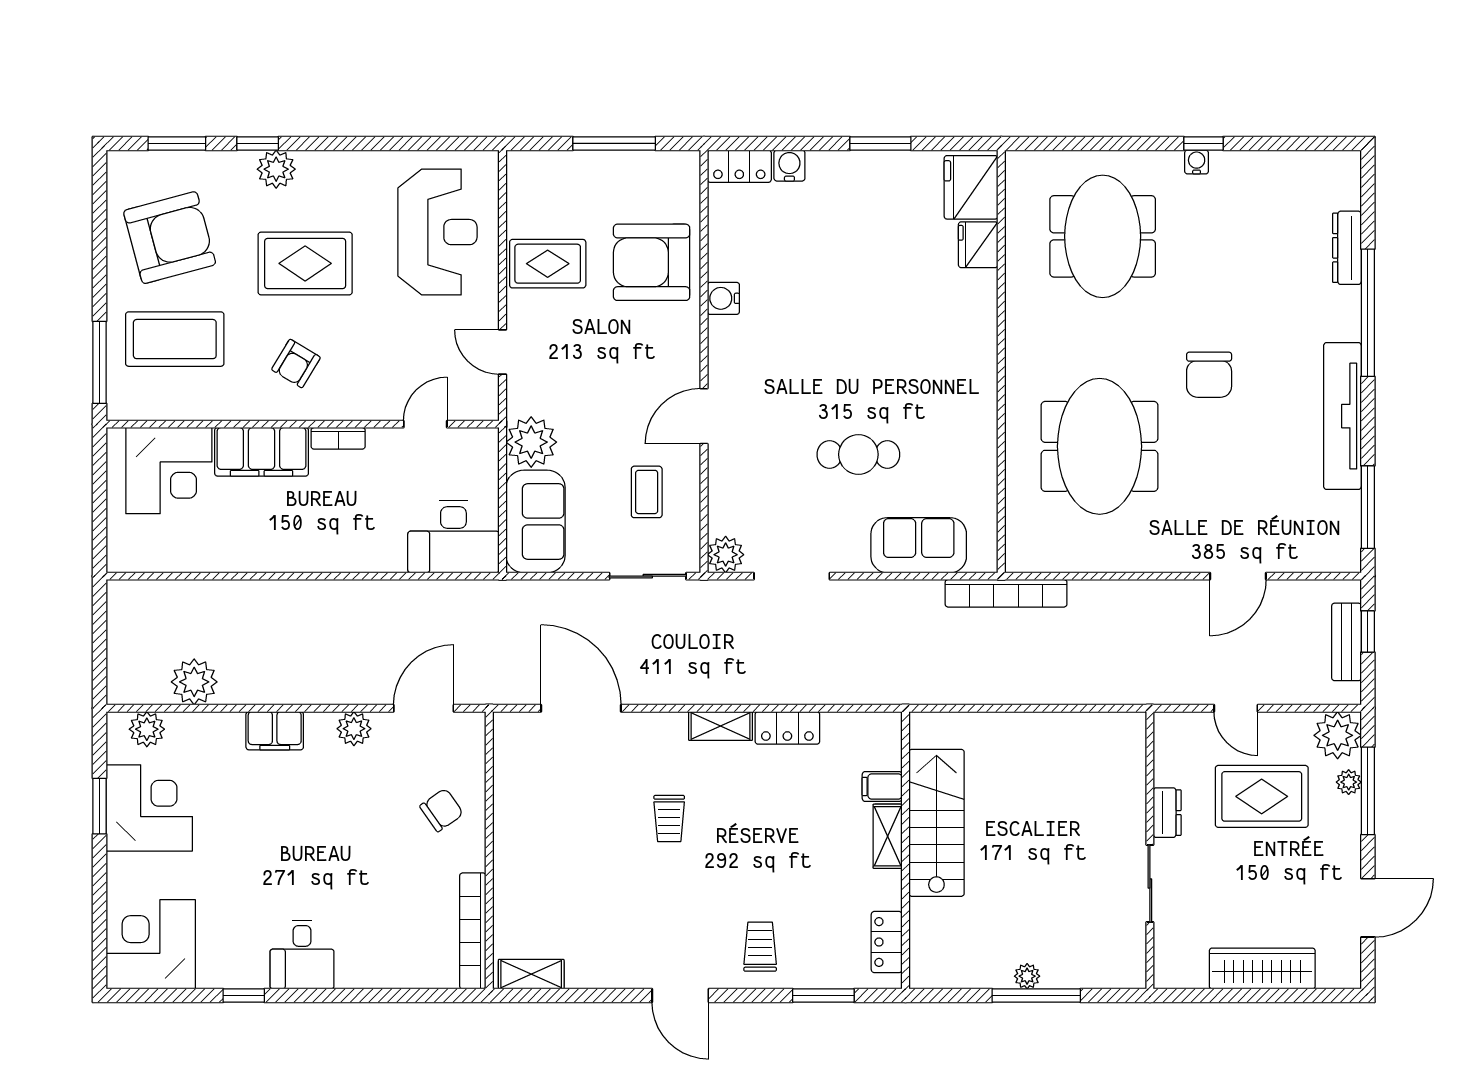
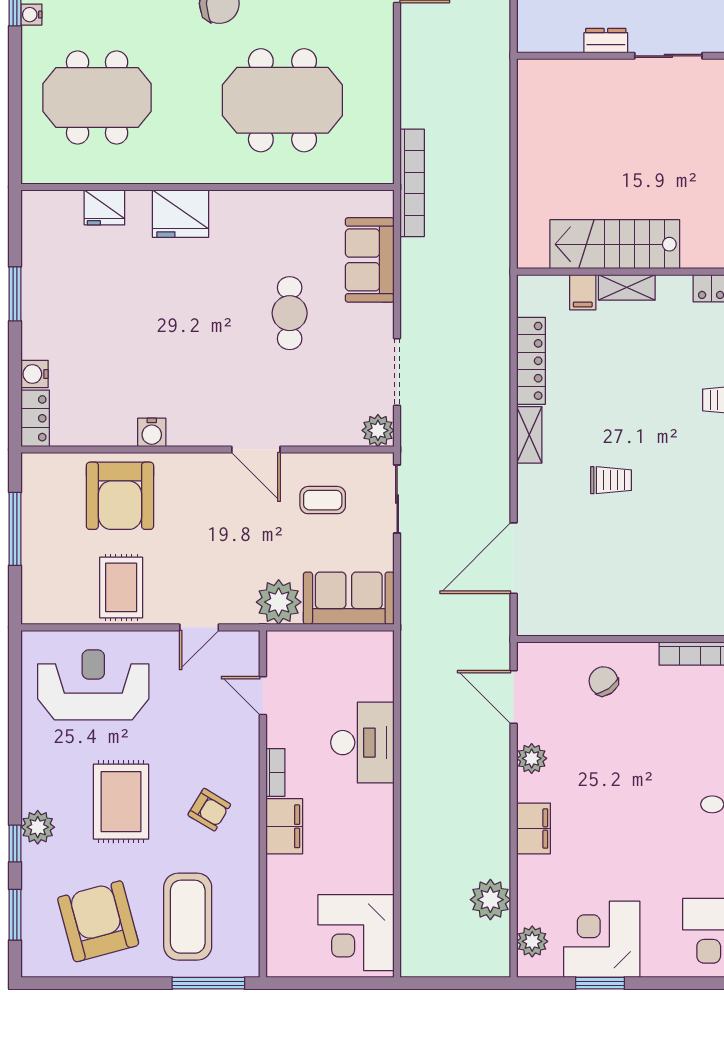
fridge: (971, 187) -> (180, 214), moved
filing cabinet: (262, 452) -> (284, 826), width x0.67, depth x0.86
corner desk: (169, 471) -> (356, 933), moved, turned 180
desk: (453, 537) -> (362, 743), moved
locker: (787, 728) -> (531, 361), width x1.53

